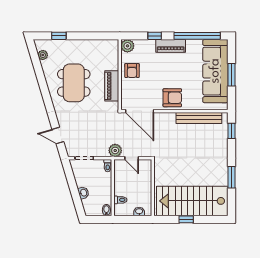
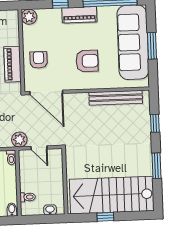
armchair: (132, 71) -> (39, 60), moved, turned 180
armchair: (172, 98) -> (87, 61), moved
window: (232, 131) -> (155, 123), moved

